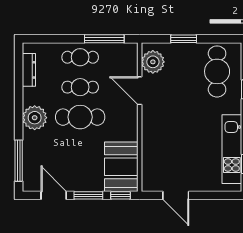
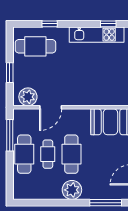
cafe table: (80, 57) -> (24, 154), width x1.37, depth x1.35
dresser: (29, 70) -> (34, 194), removed

